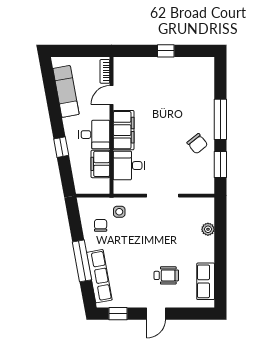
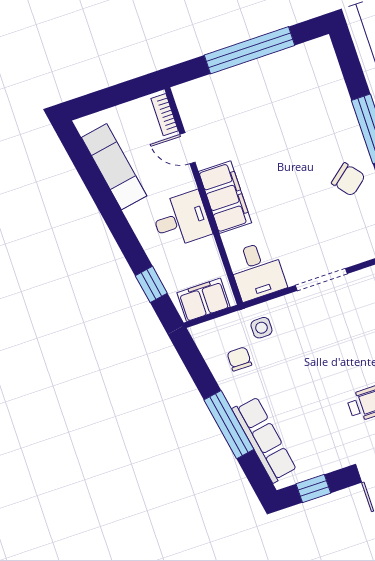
window: (166, 51) -> (249, 50), width x3.17
door: (111, 95) -> (187, 148), hinge flipped
window: (61, 147) -> (151, 284), moved
filing cabinet: (100, 164) -> (203, 300), moved, turned 90
desk: (129, 166) -> (257, 271), moved, turned -90

